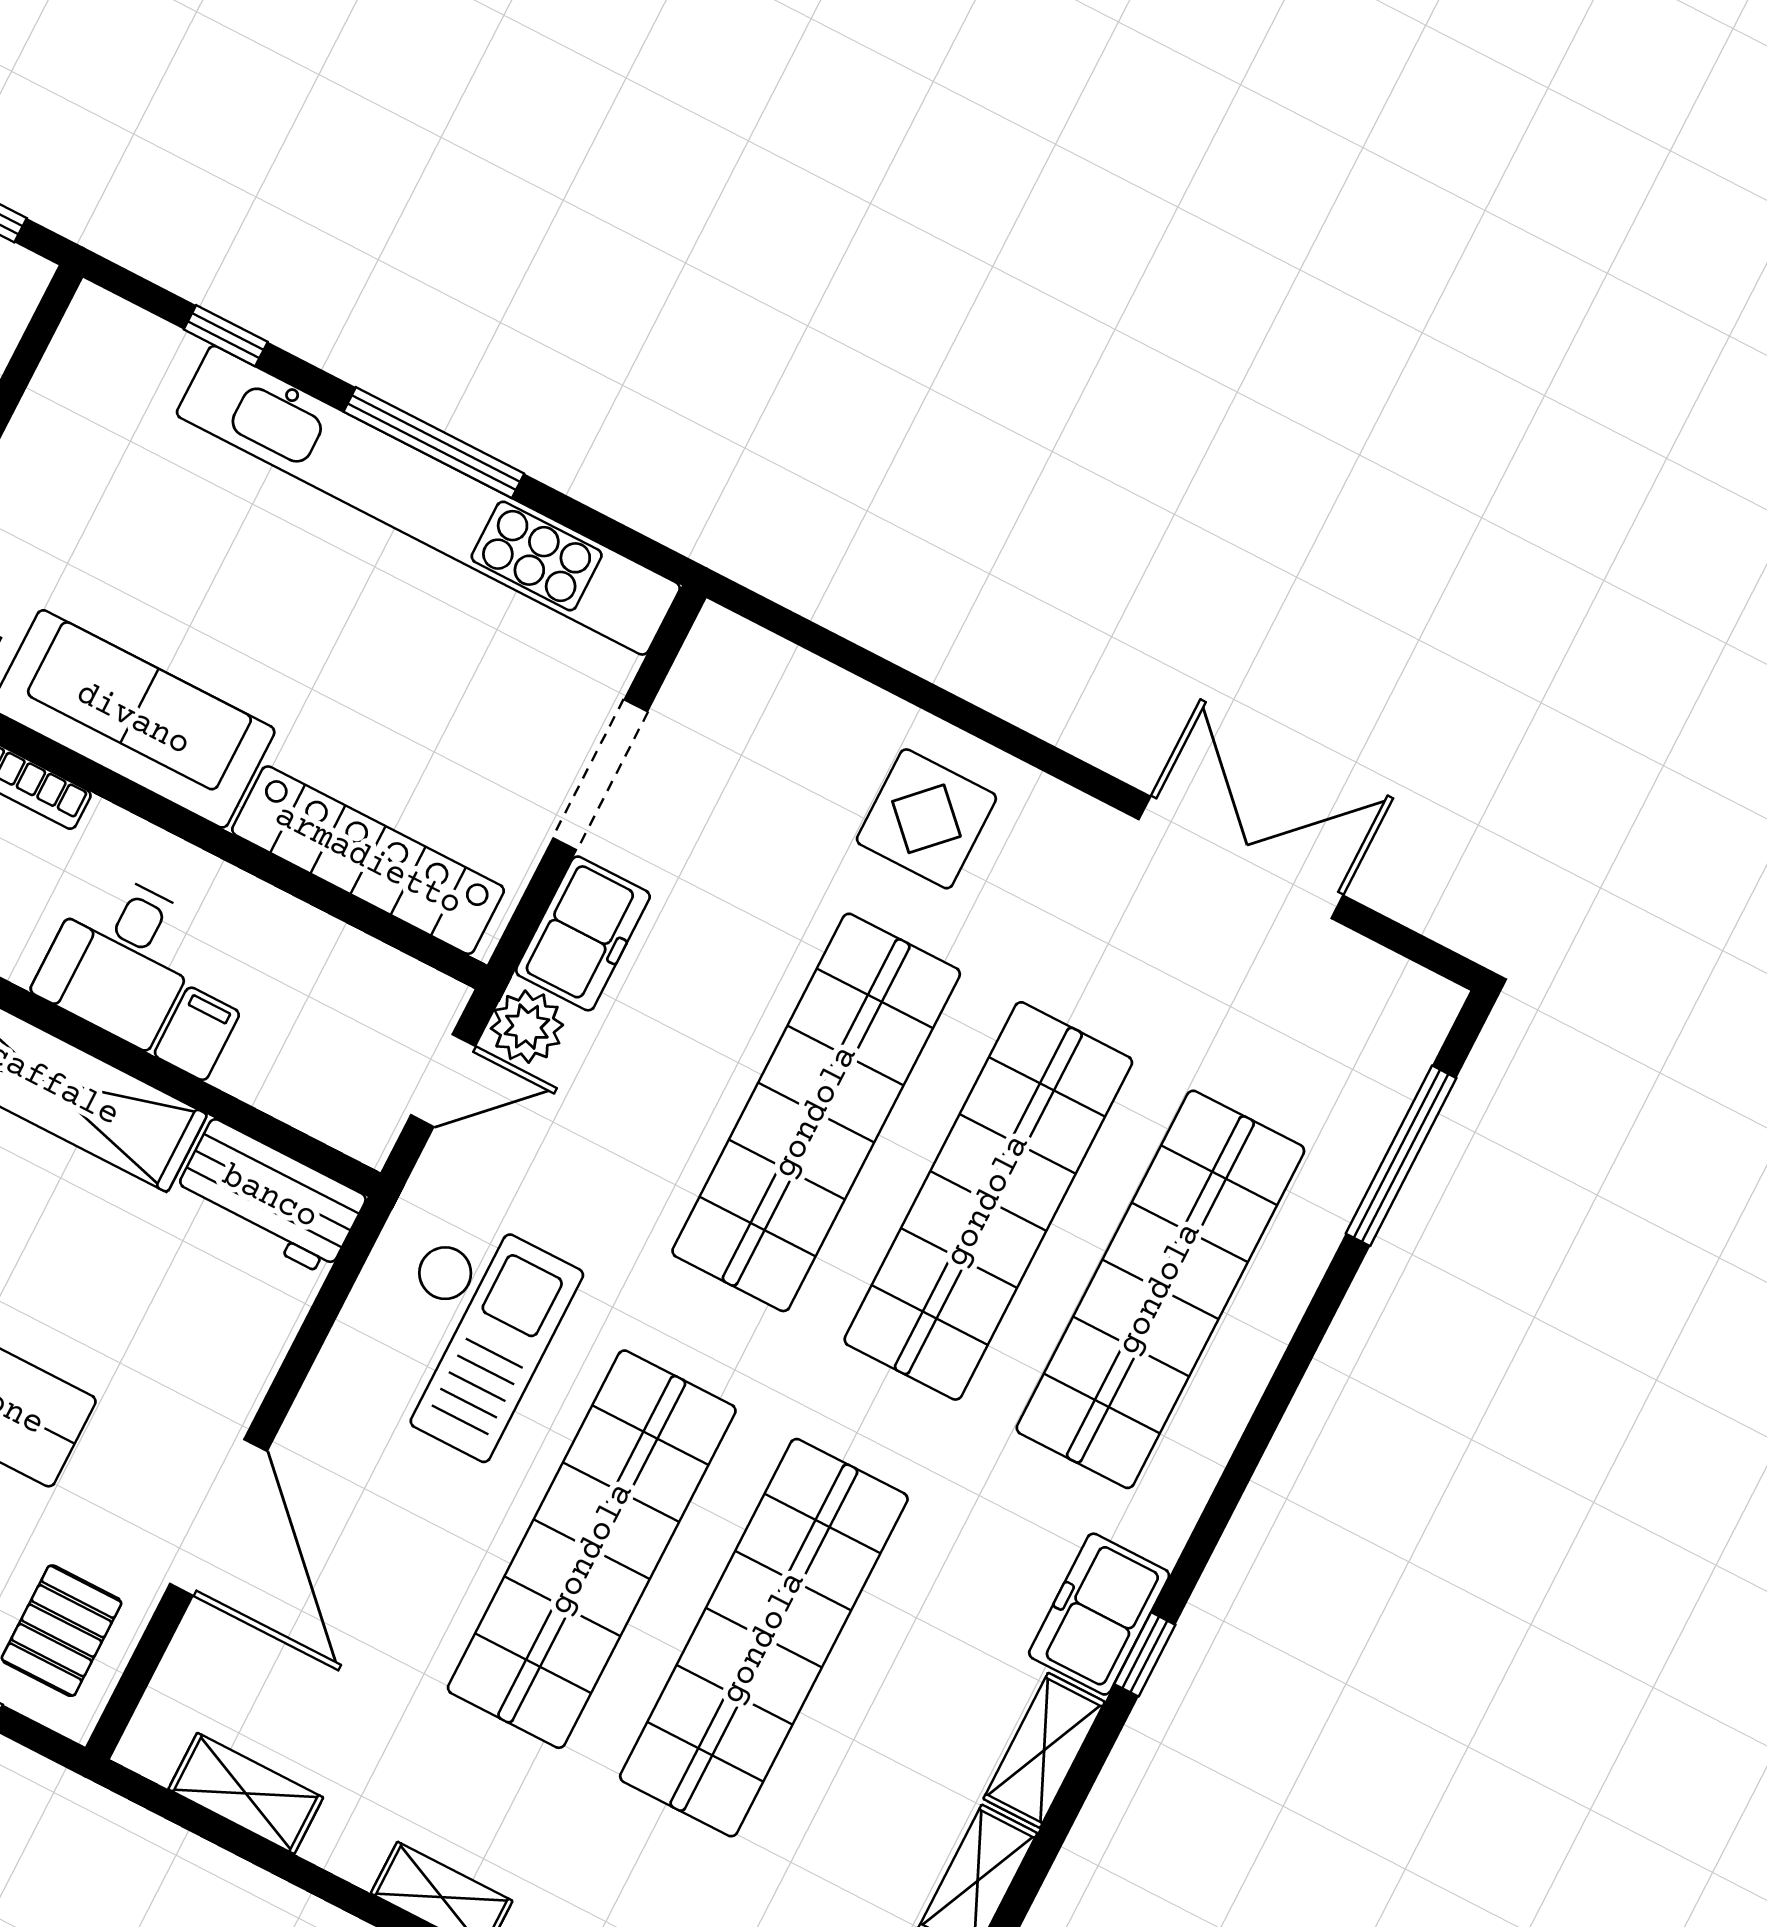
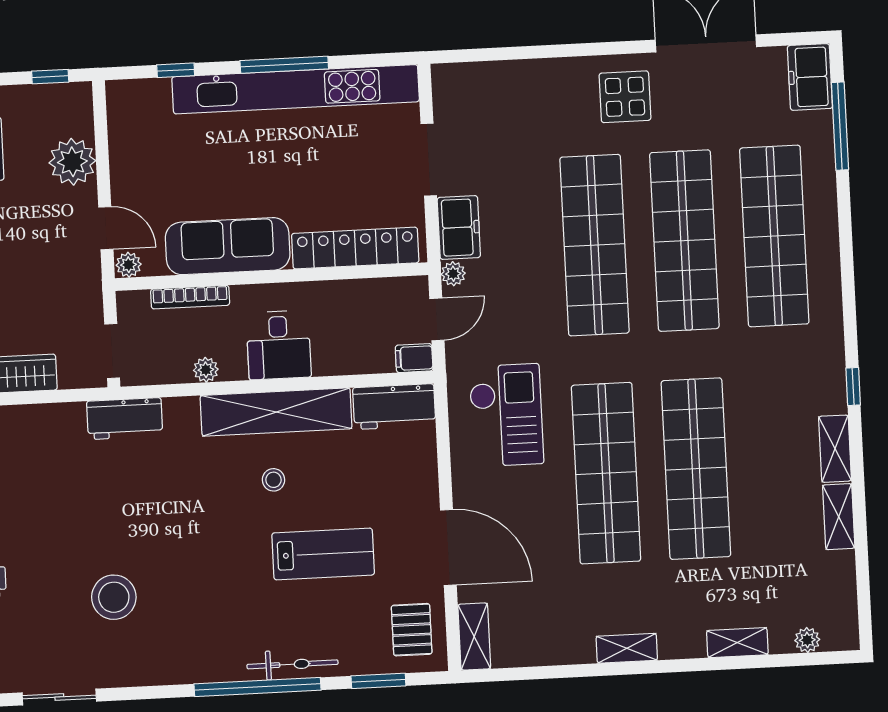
display table: (926, 819) -> (625, 97), moved
plant: (527, 1027) -> (453, 274), width x0.73, depth x0.73
filing cabinet: (197, 1034) -> (414, 358), moved, turned -90
freezer: (1099, 1614) -> (810, 77), moved
shelving: (246, 1793) -> (474, 637), moved, turned 90

